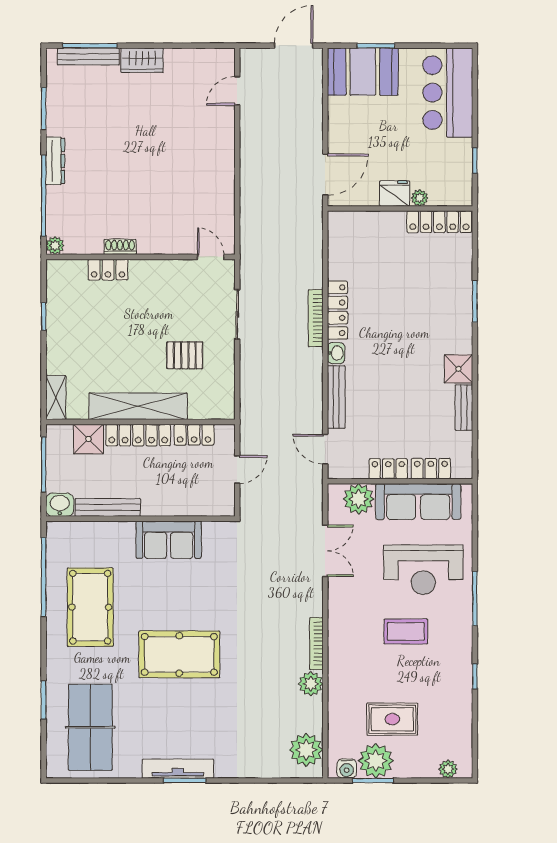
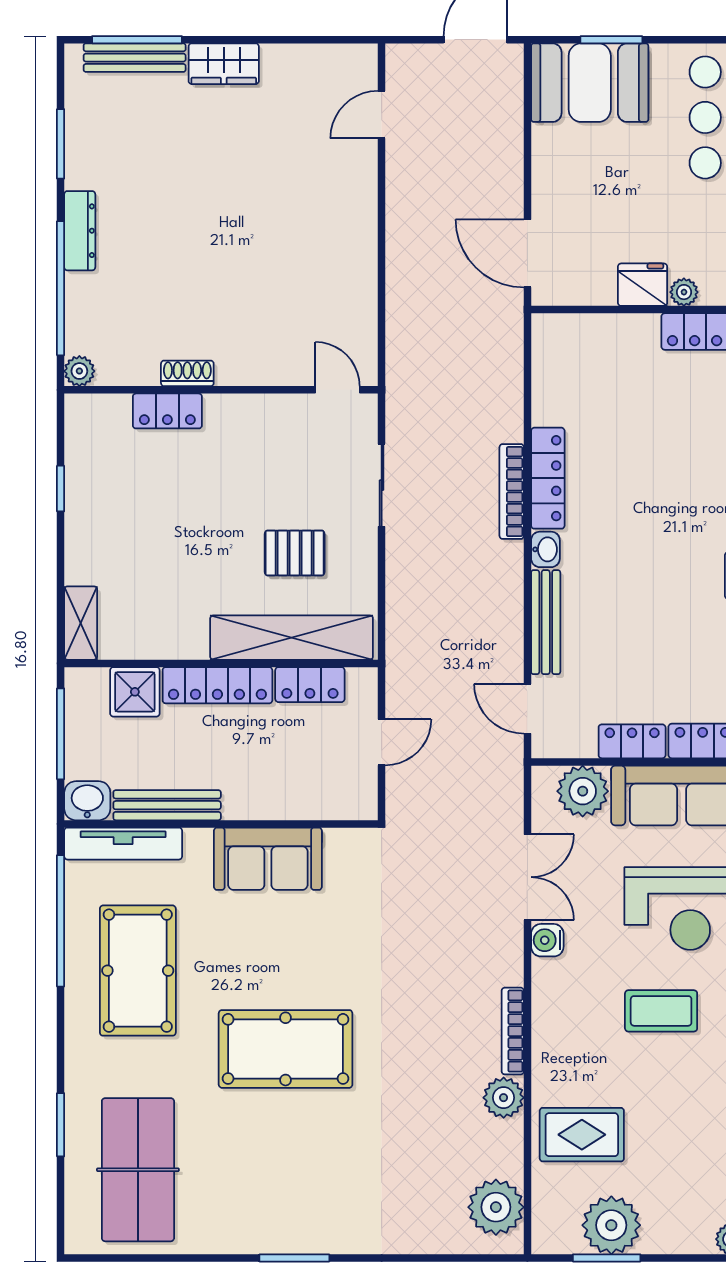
door: (325, 175) -> (527, 253), swing flipped
shelving: (138, 406) -> (292, 638), moved
rug: (392, 719) -> (582, 1135), moved
tv unit: (178, 769) -> (123, 844), moved, turned 180
water cooler: (347, 769) -> (547, 940), moved, turned 90

